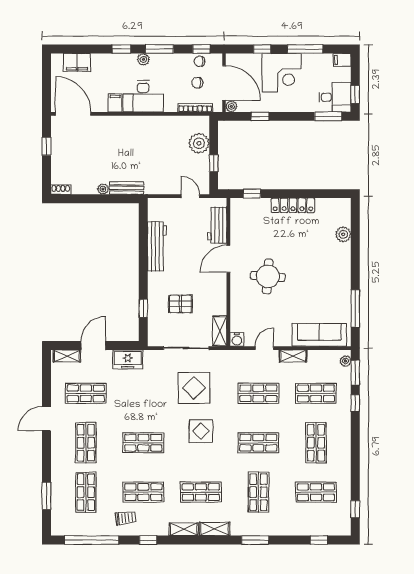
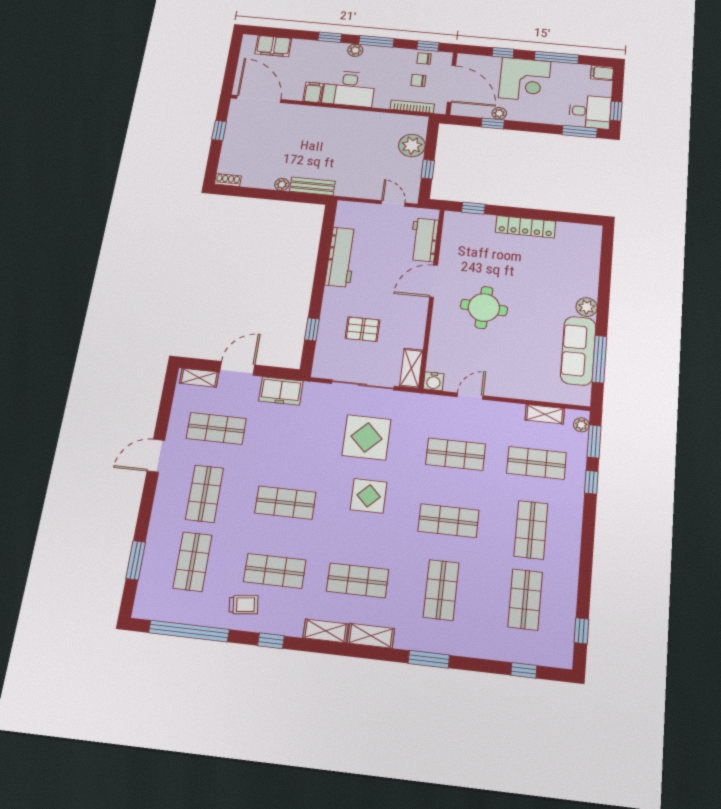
plant: (231, 106) -> (499, 113), moved
plant: (343, 234) -> (587, 307), moved
sofa: (319, 335) -> (578, 351), moved, turned -90
shelving: (293, 356) -> (545, 414), moved
shop shelf: (316, 492) -> (525, 599), turned 90

